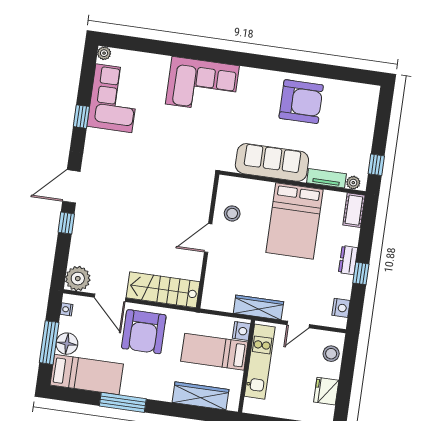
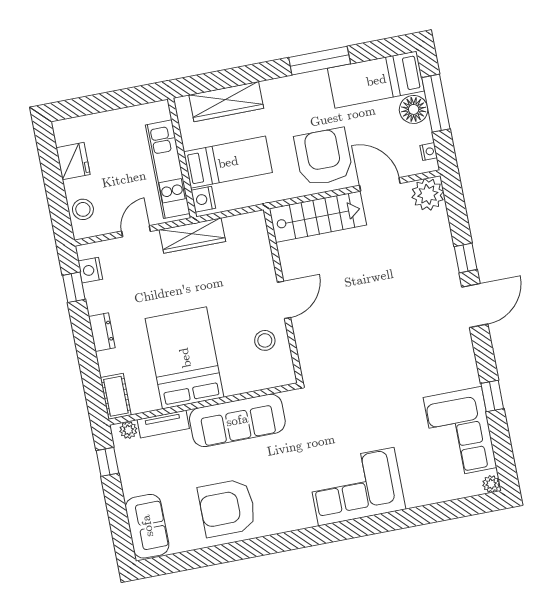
sofa: (364, 108) -> (147, 526), added
window: (361, 273) -> (74, 287), moved

